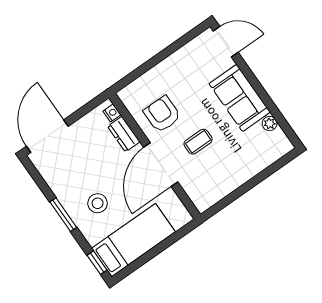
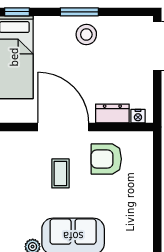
armchair: (162, 114) -> (106, 159), turned 180
stool: (98, 203) -> (86, 35), moved

